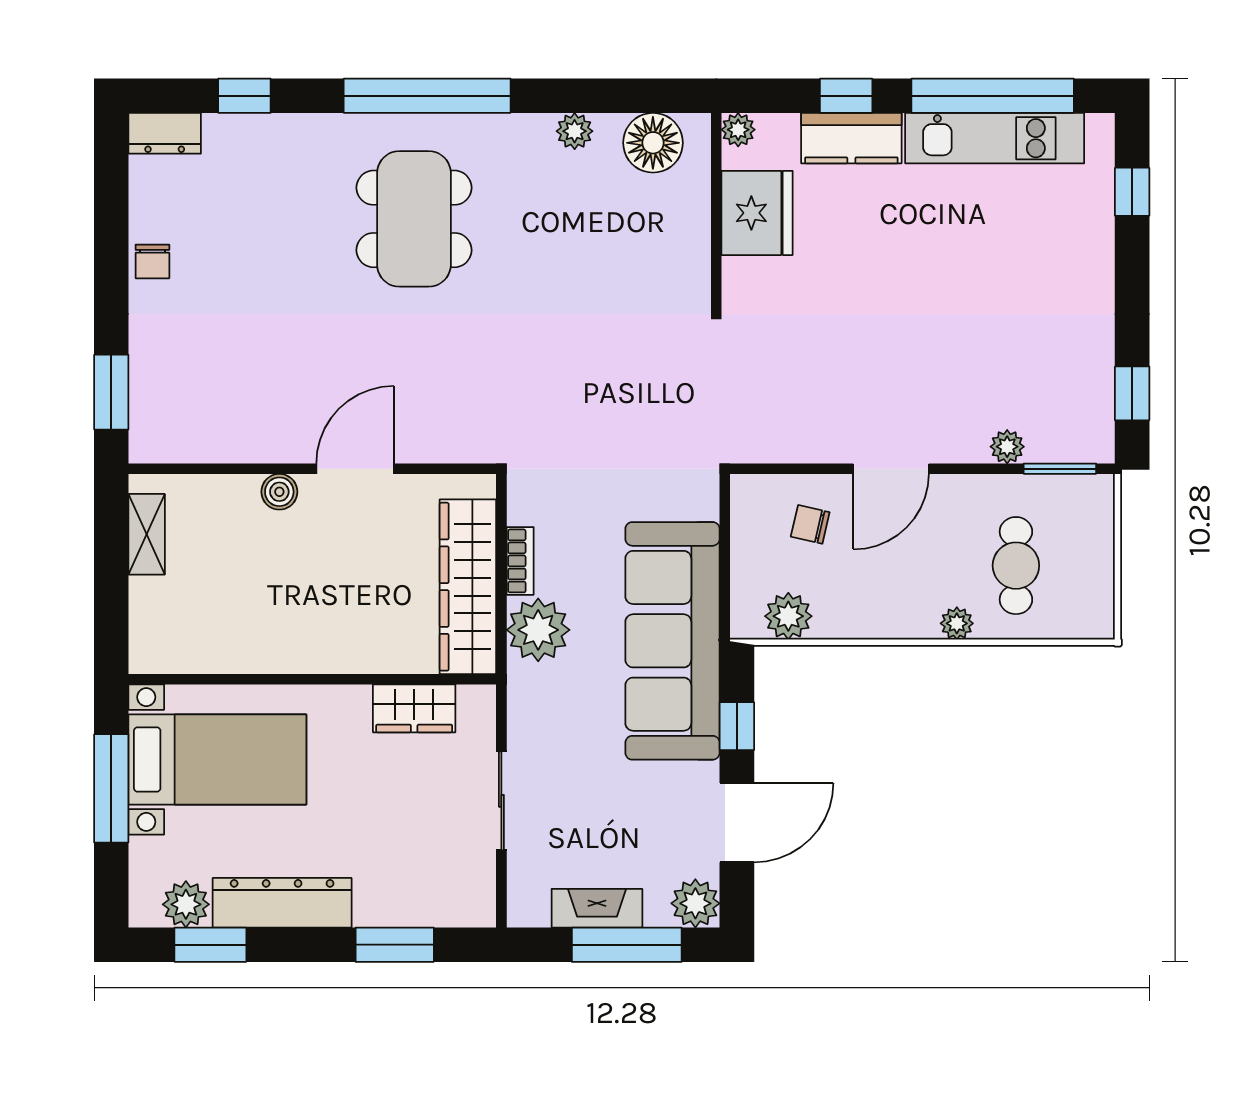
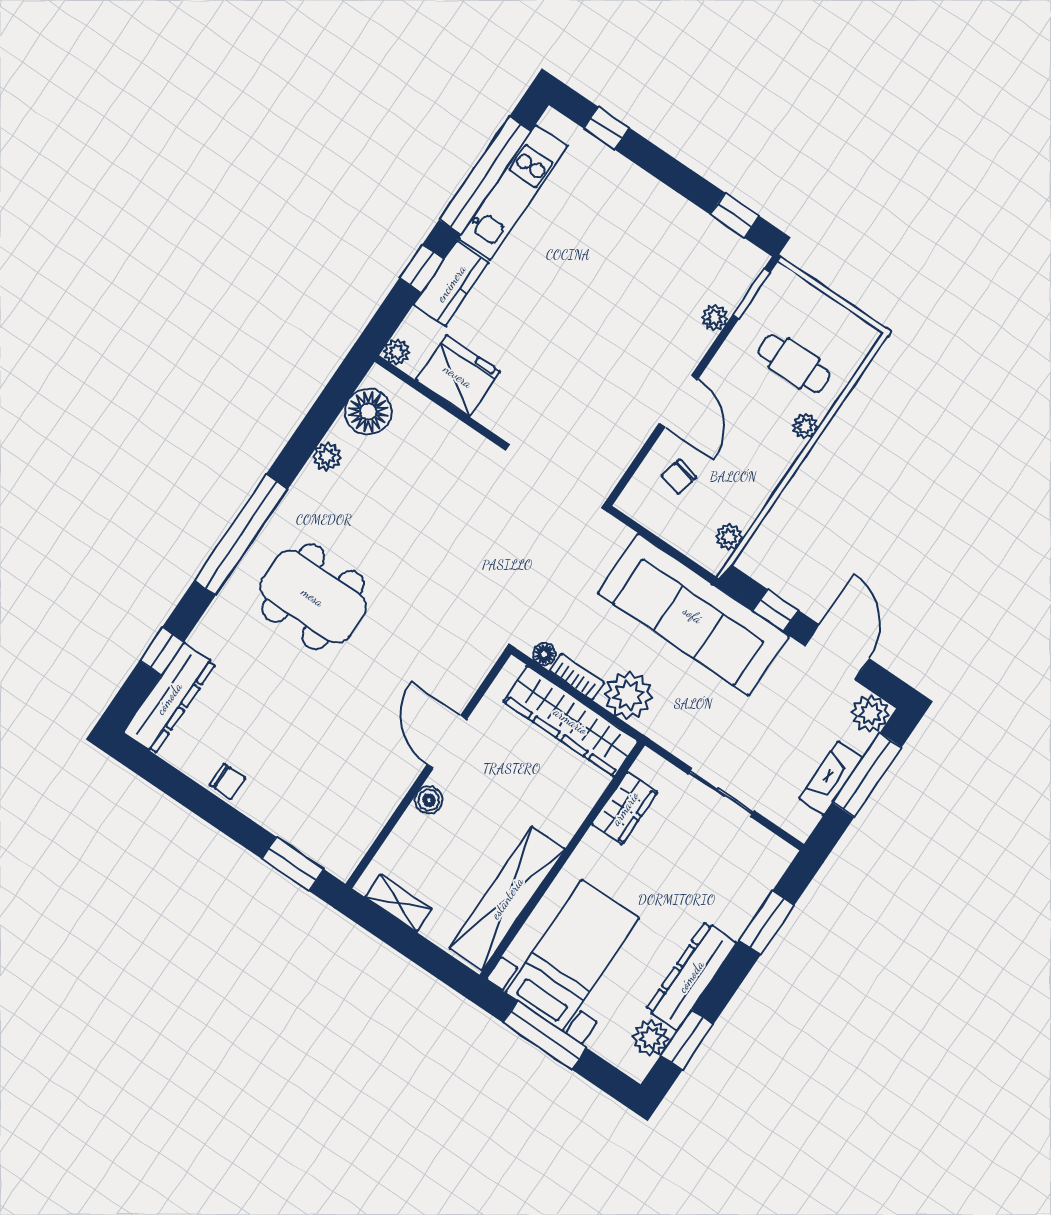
dresser: (165, 133) -> (169, 698), width x1.96, depth x1.24
floor lamp: (521, 509) -> (544, 654), added
plant: (788, 616) -> (729, 537), width x0.73, depth x0.73
shelving: (231, 648) -> (507, 898), added

